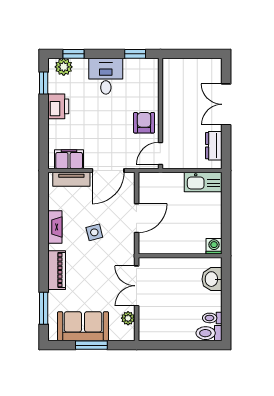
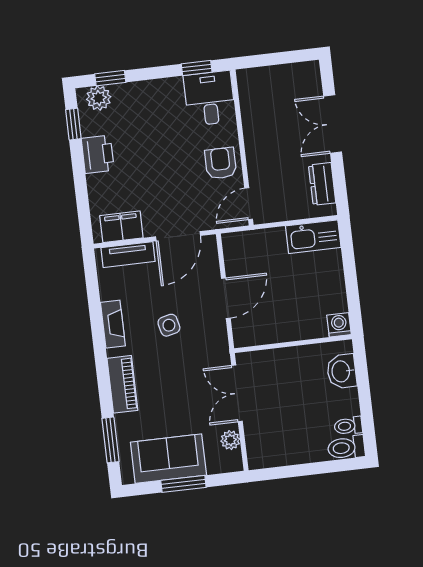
desk: (106, 76) -> (210, 98), moved

